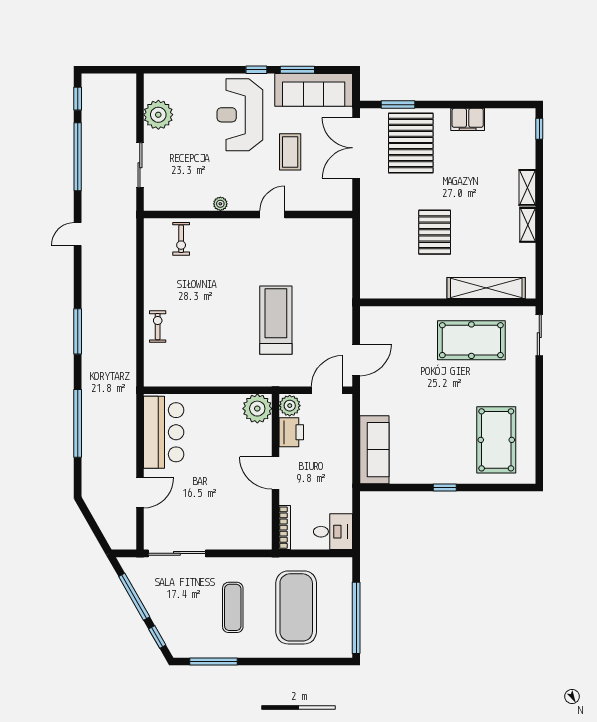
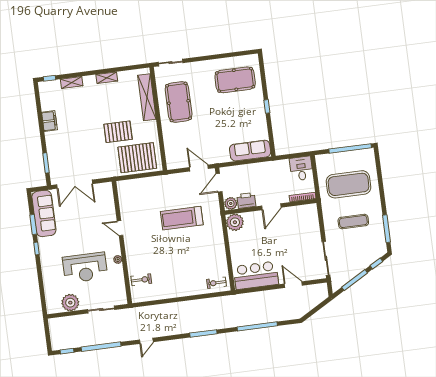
reception desk: (240, 115) -> (85, 268), moved
pallet: (411, 143) -> (137, 158), moved
coffee table: (290, 152) -> (82, 223), removed
shelving: (527, 188) -> (72, 82), moved
door: (78, 234) -> (146, 341), hinge flipped
exercise bike: (158, 327) -> (217, 283), moved
door: (327, 390) -> (219, 183), hinge flipped

